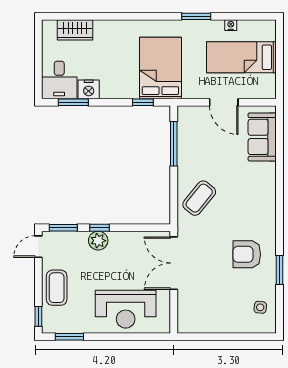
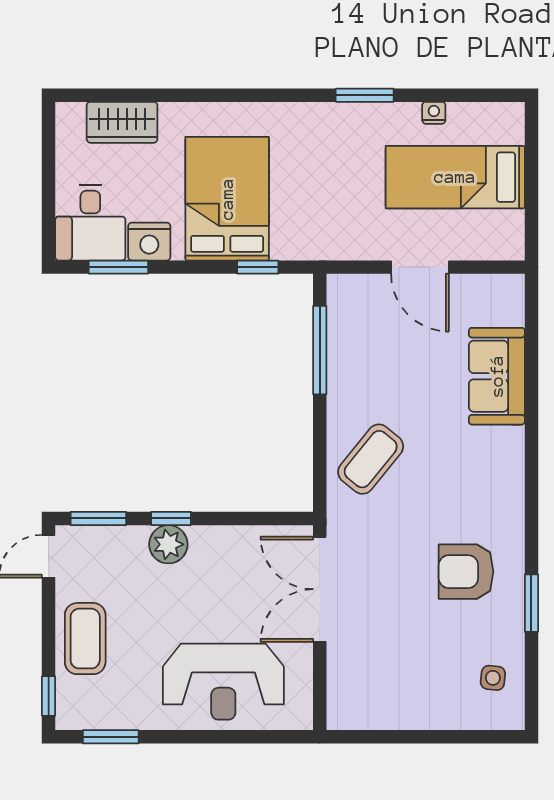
bed: (160, 68) -> (227, 199), moved
sofa: (262, 137) -> (497, 376), moved

